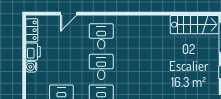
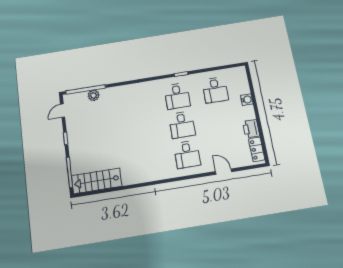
door: (68, 14) -> (224, 172), hinge flipped
water cooler: (31, 67) -> (247, 100), moved

